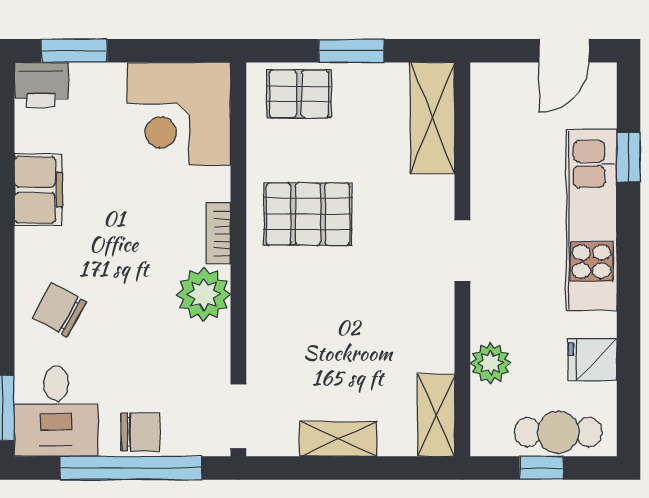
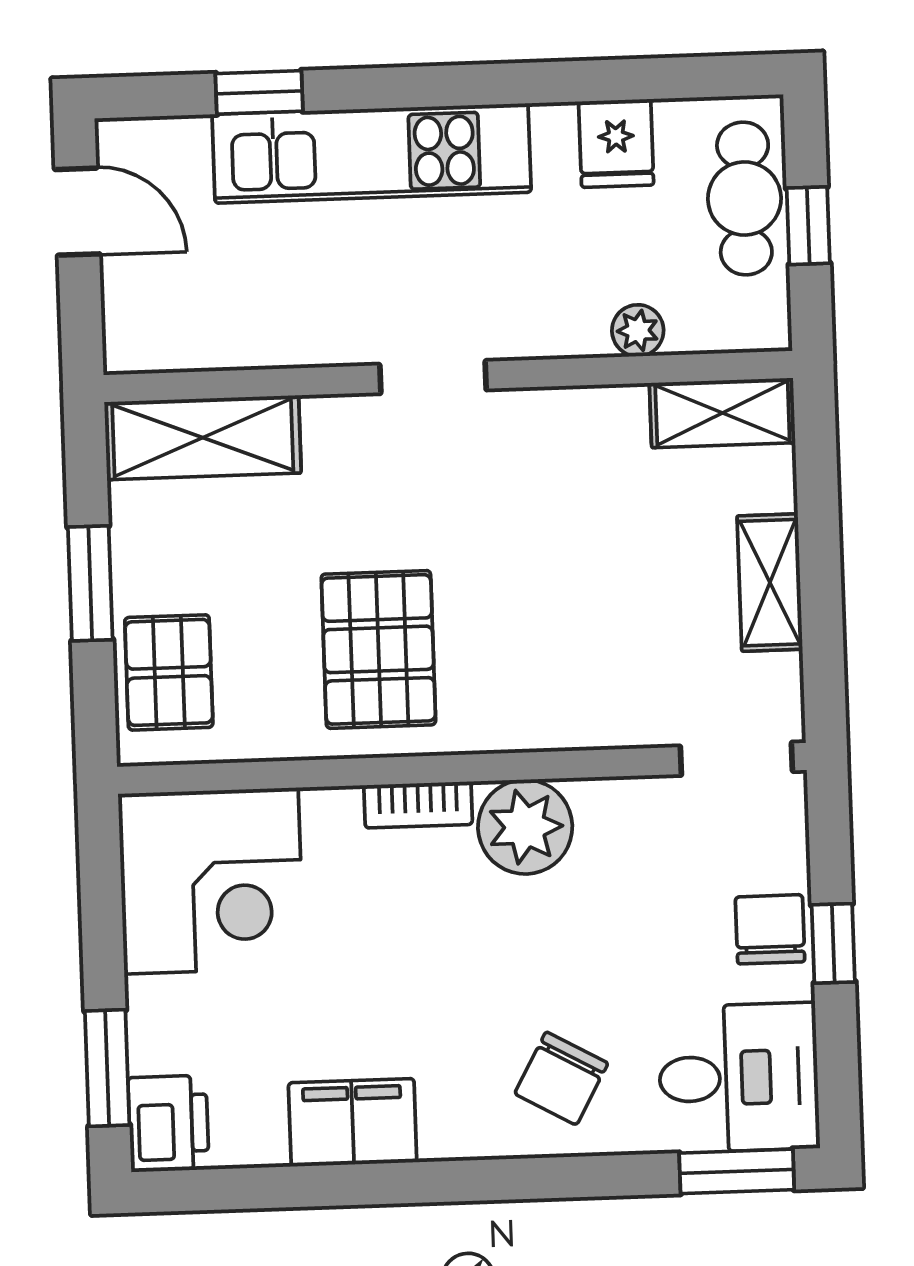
plant: (490, 363) -> (638, 331), width x0.73, depth x0.73
window: (131, 468) -> (833, 943), width x0.32

